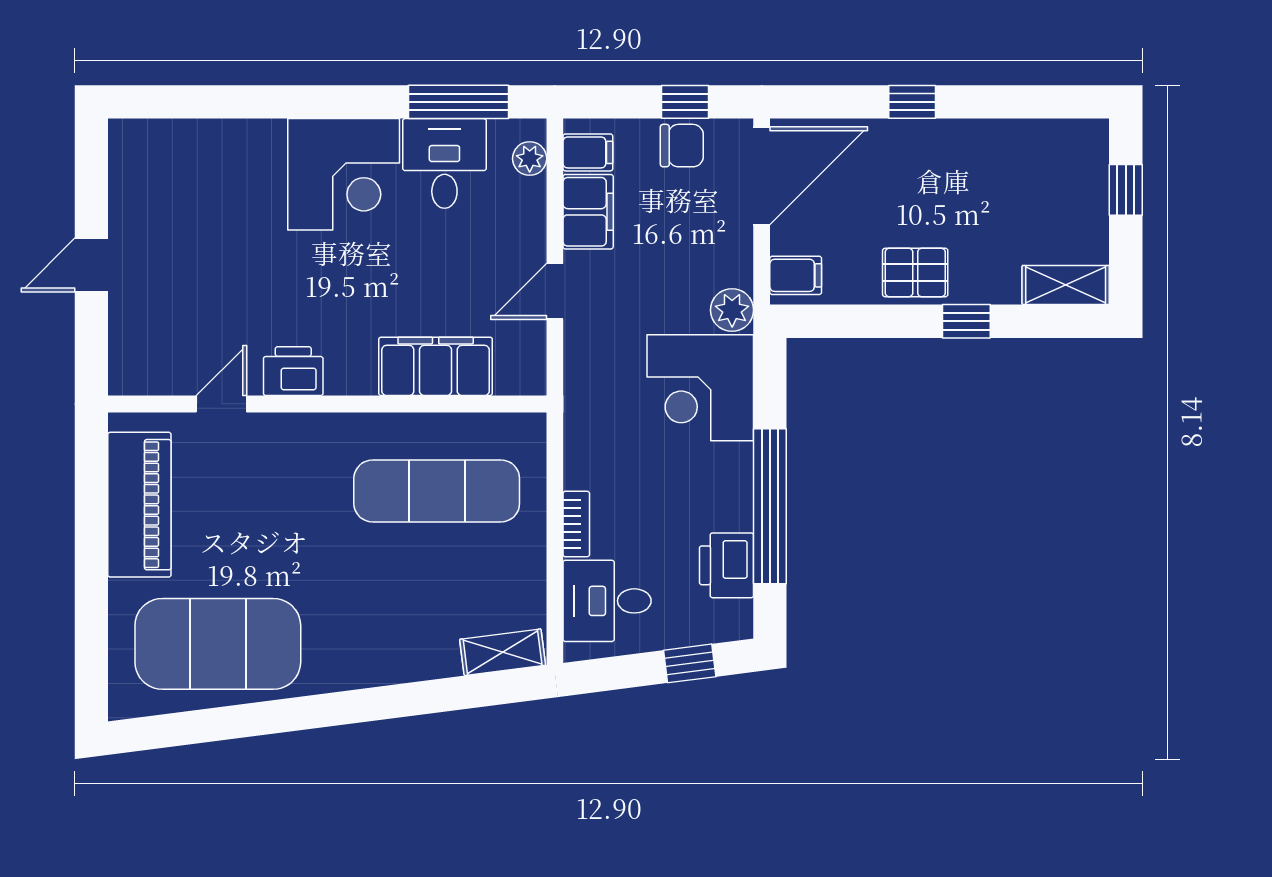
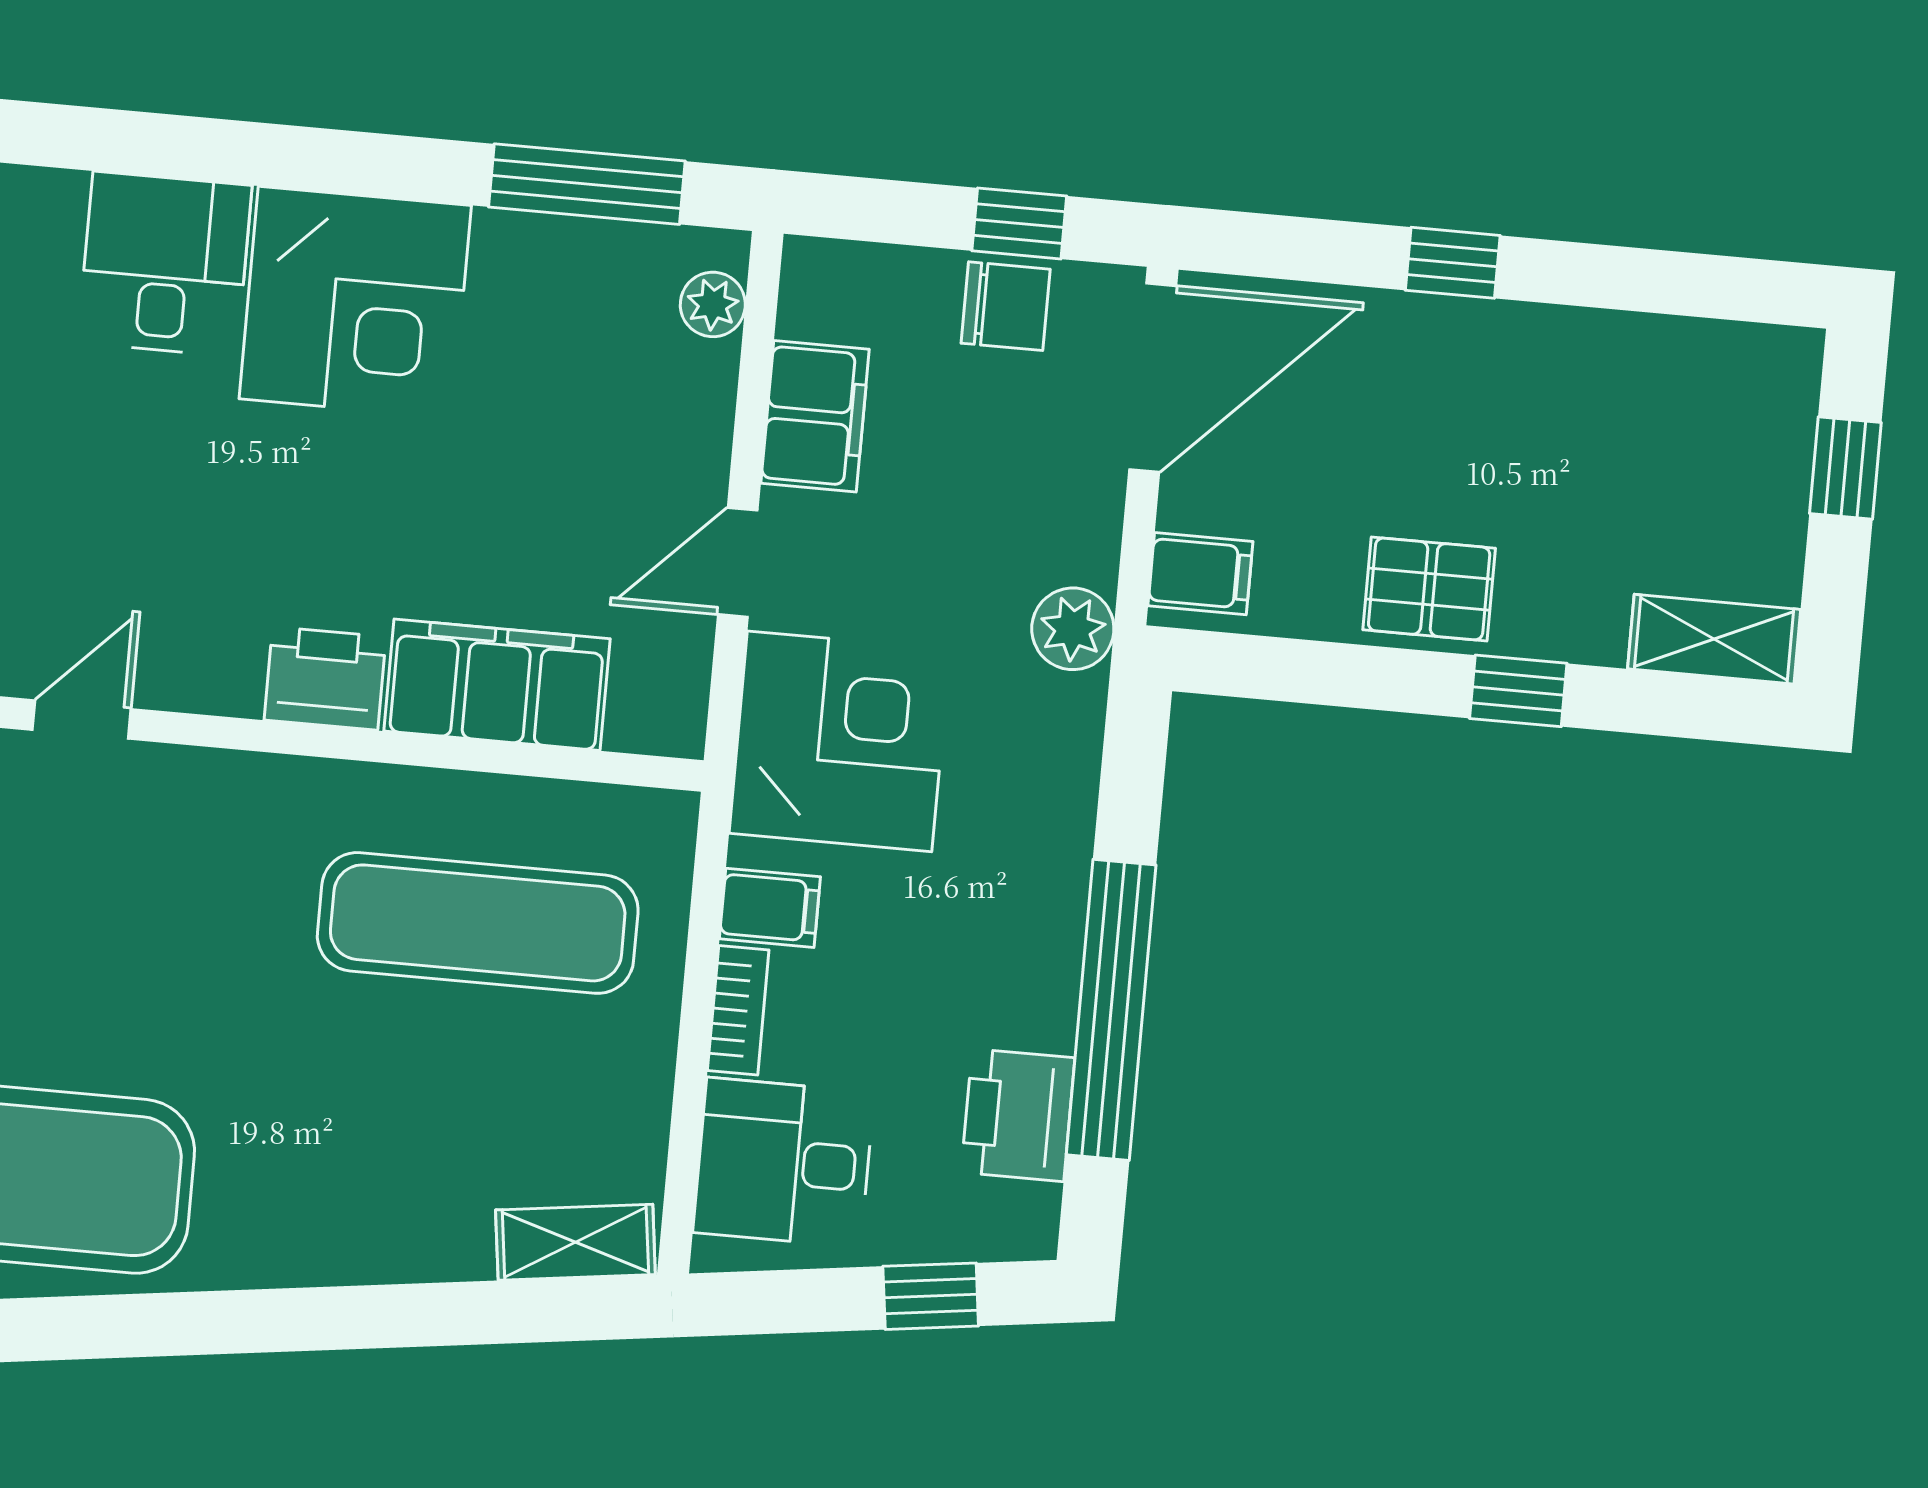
filing cabinet: (588, 152) -> (770, 908), moved
desk: (444, 163) -> (165, 264), moved
printer: (293, 371) -> (325, 678), moved
corner desk: (700, 388) -> (840, 741), moved, turned 180

